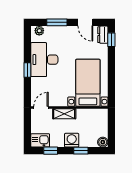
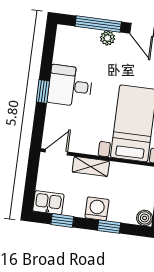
window: (57, 22) -> (98, 24), width x1.44
plant: (39, 31) -> (107, 38), moved
desk: (44, 60) -> (70, 86), width x0.73

